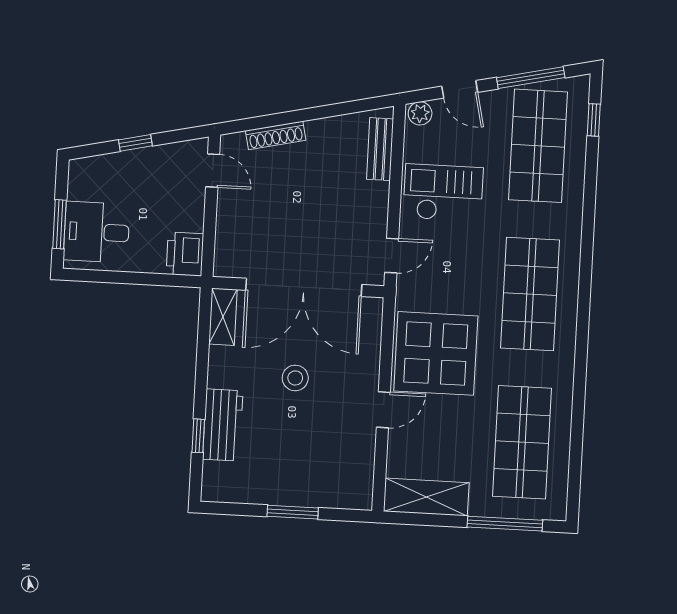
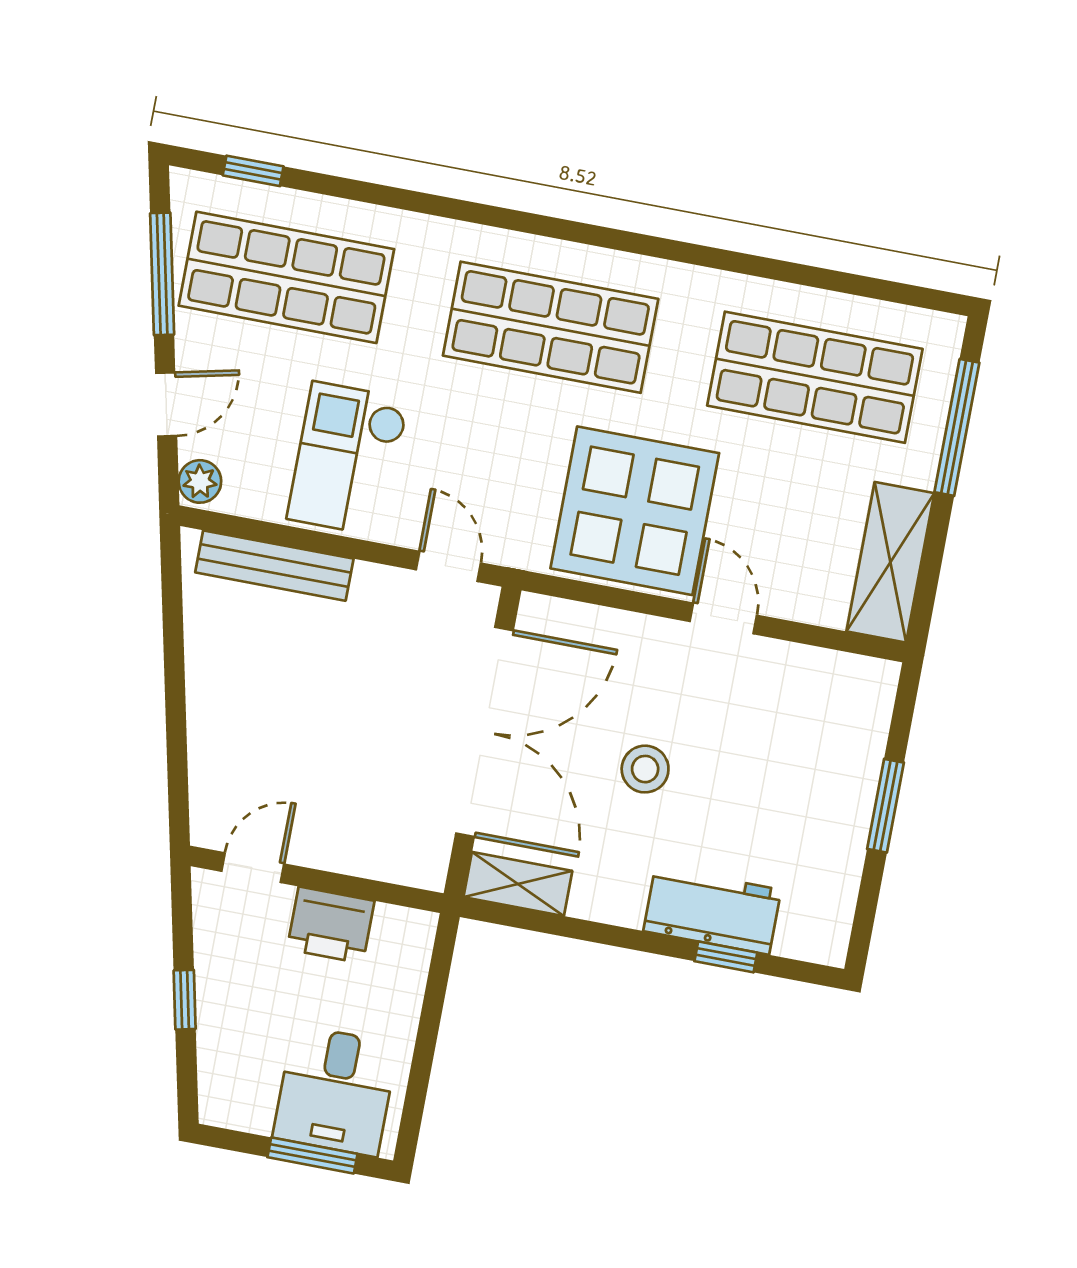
shoe rack: (276, 135) -> (205, 746), removed
bench: (380, 149) -> (274, 566), width x1.36
printer: (185, 254) -> (331, 925), moved

